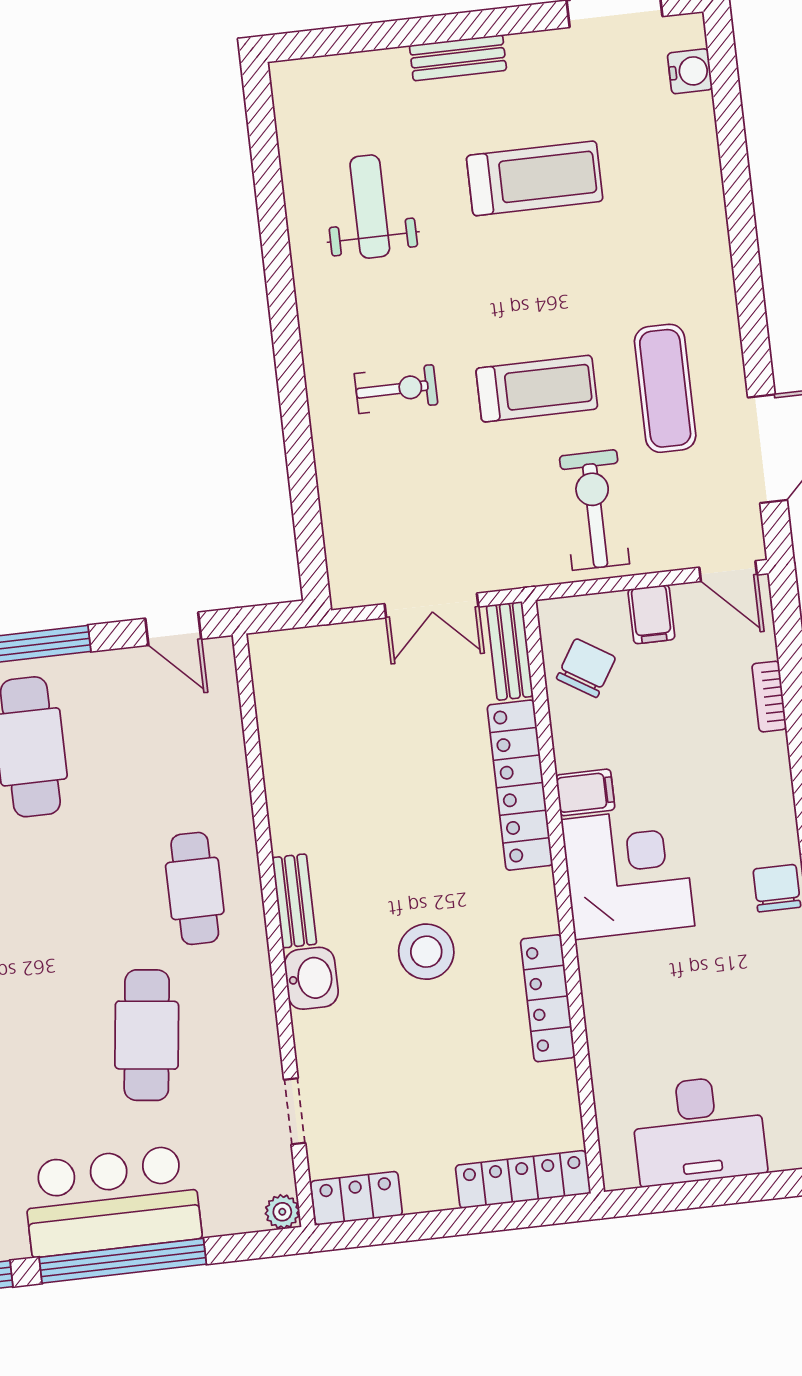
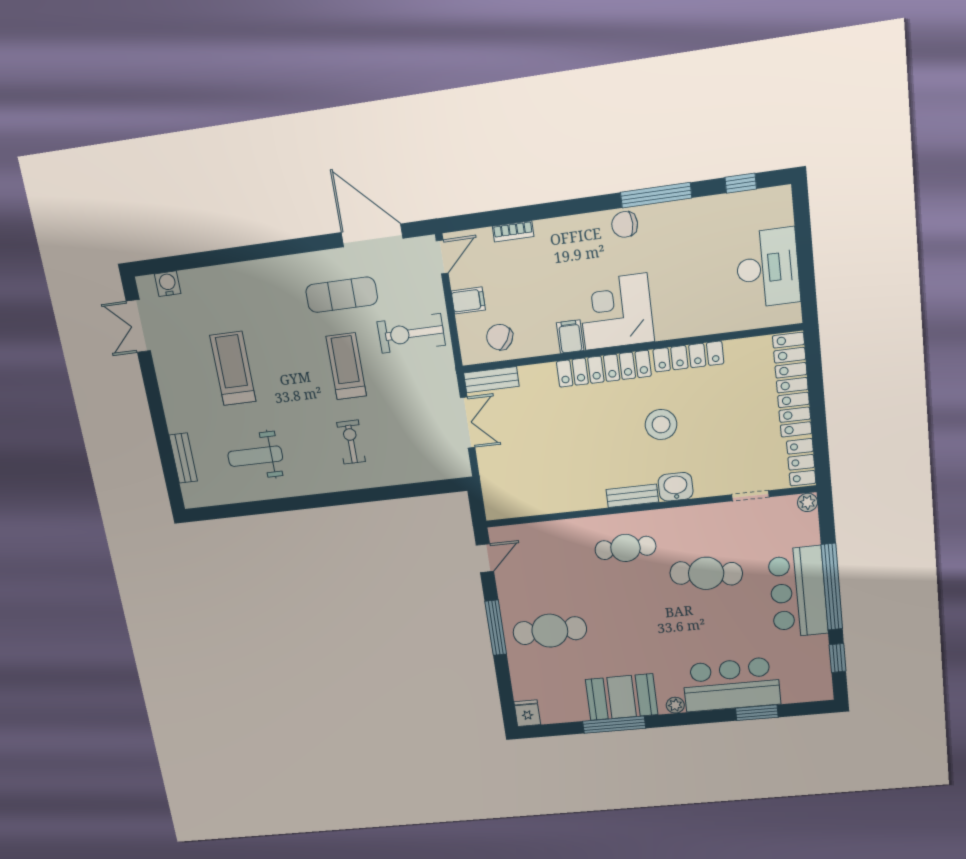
bench: (458, 58) -> (183, 458), moved
locker: (520, 785) -> (604, 369), moved
locker: (523, 1179) -> (792, 385), width x1.41, depth x1.21

